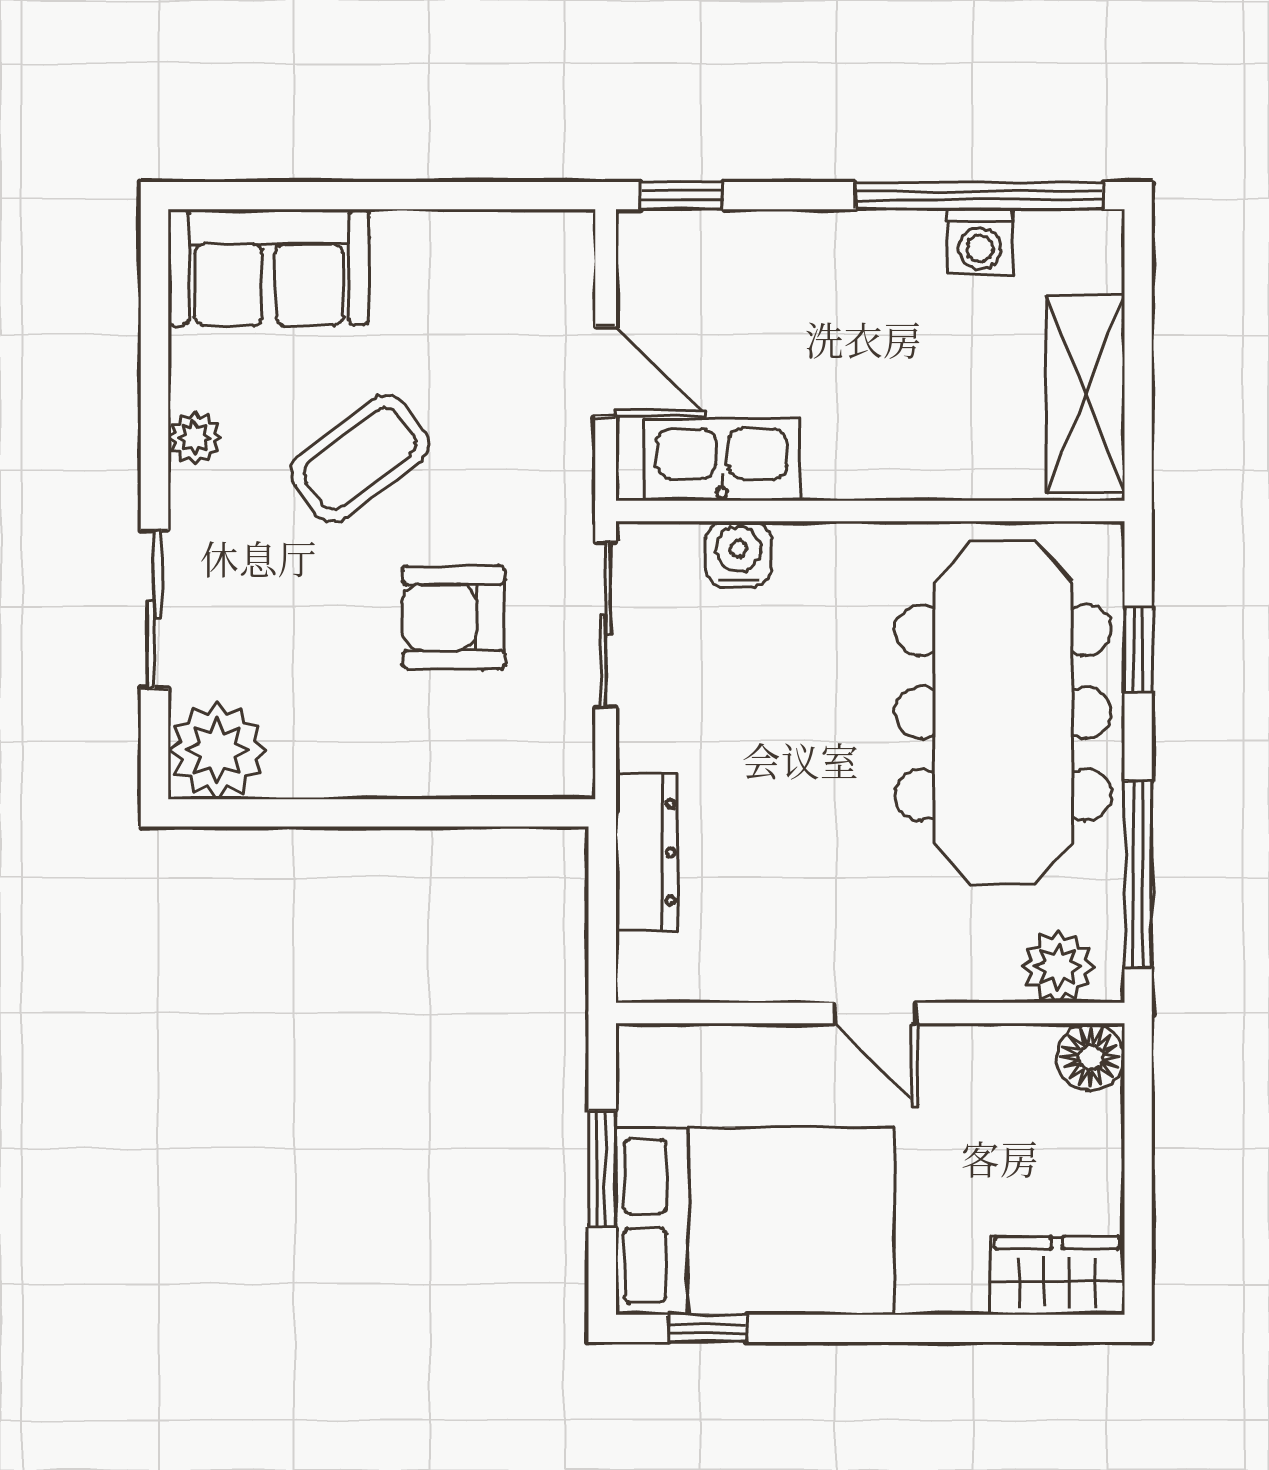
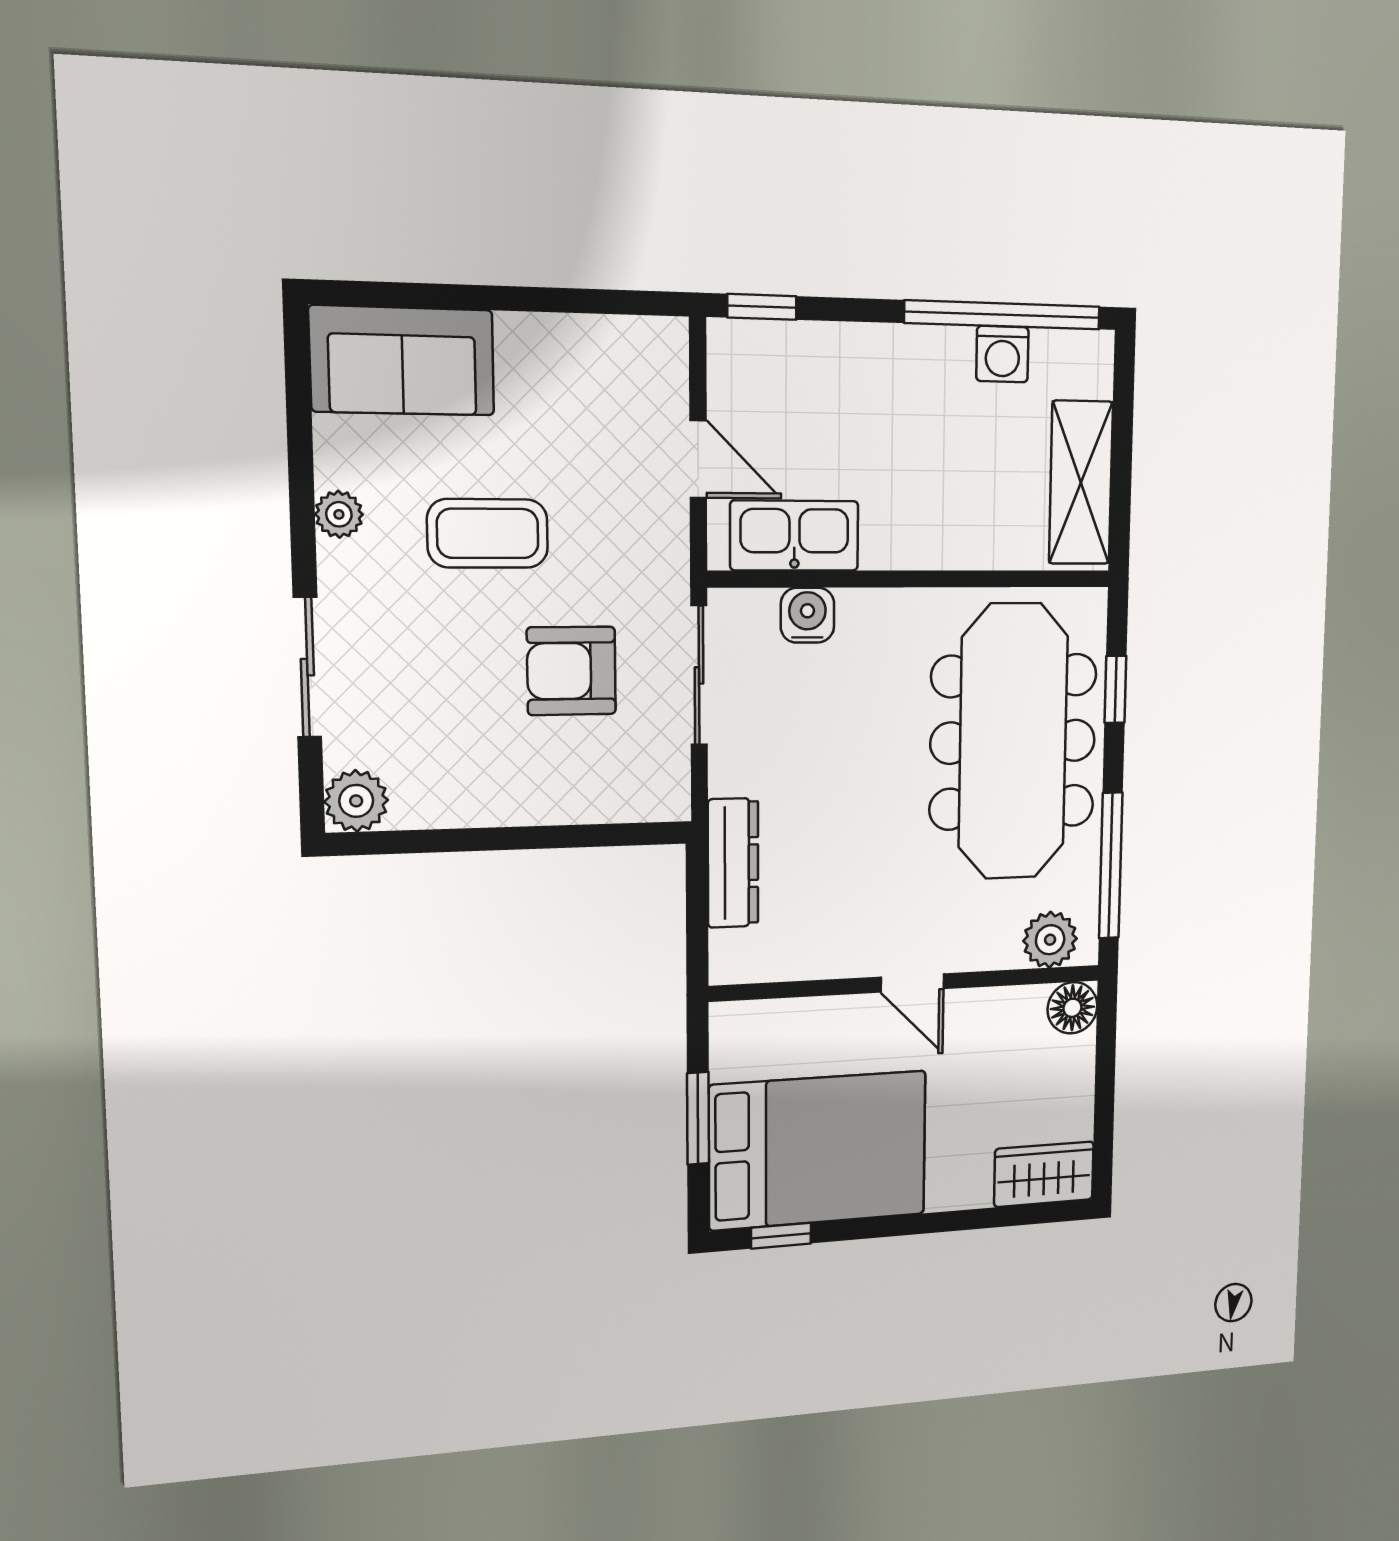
coffee table: (360, 458) -> (488, 533), turned 37
plant: (217, 750) -> (356, 801), width x0.73, depth x0.73

